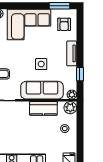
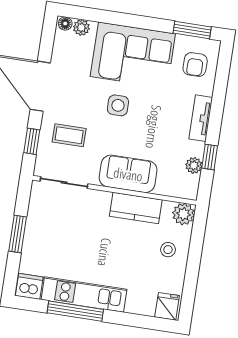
side table: (41, 64) -> (118, 105), moved
sofa: (42, 90) -> (128, 174), width x0.73
plant: (72, 95) -> (194, 165), moved

